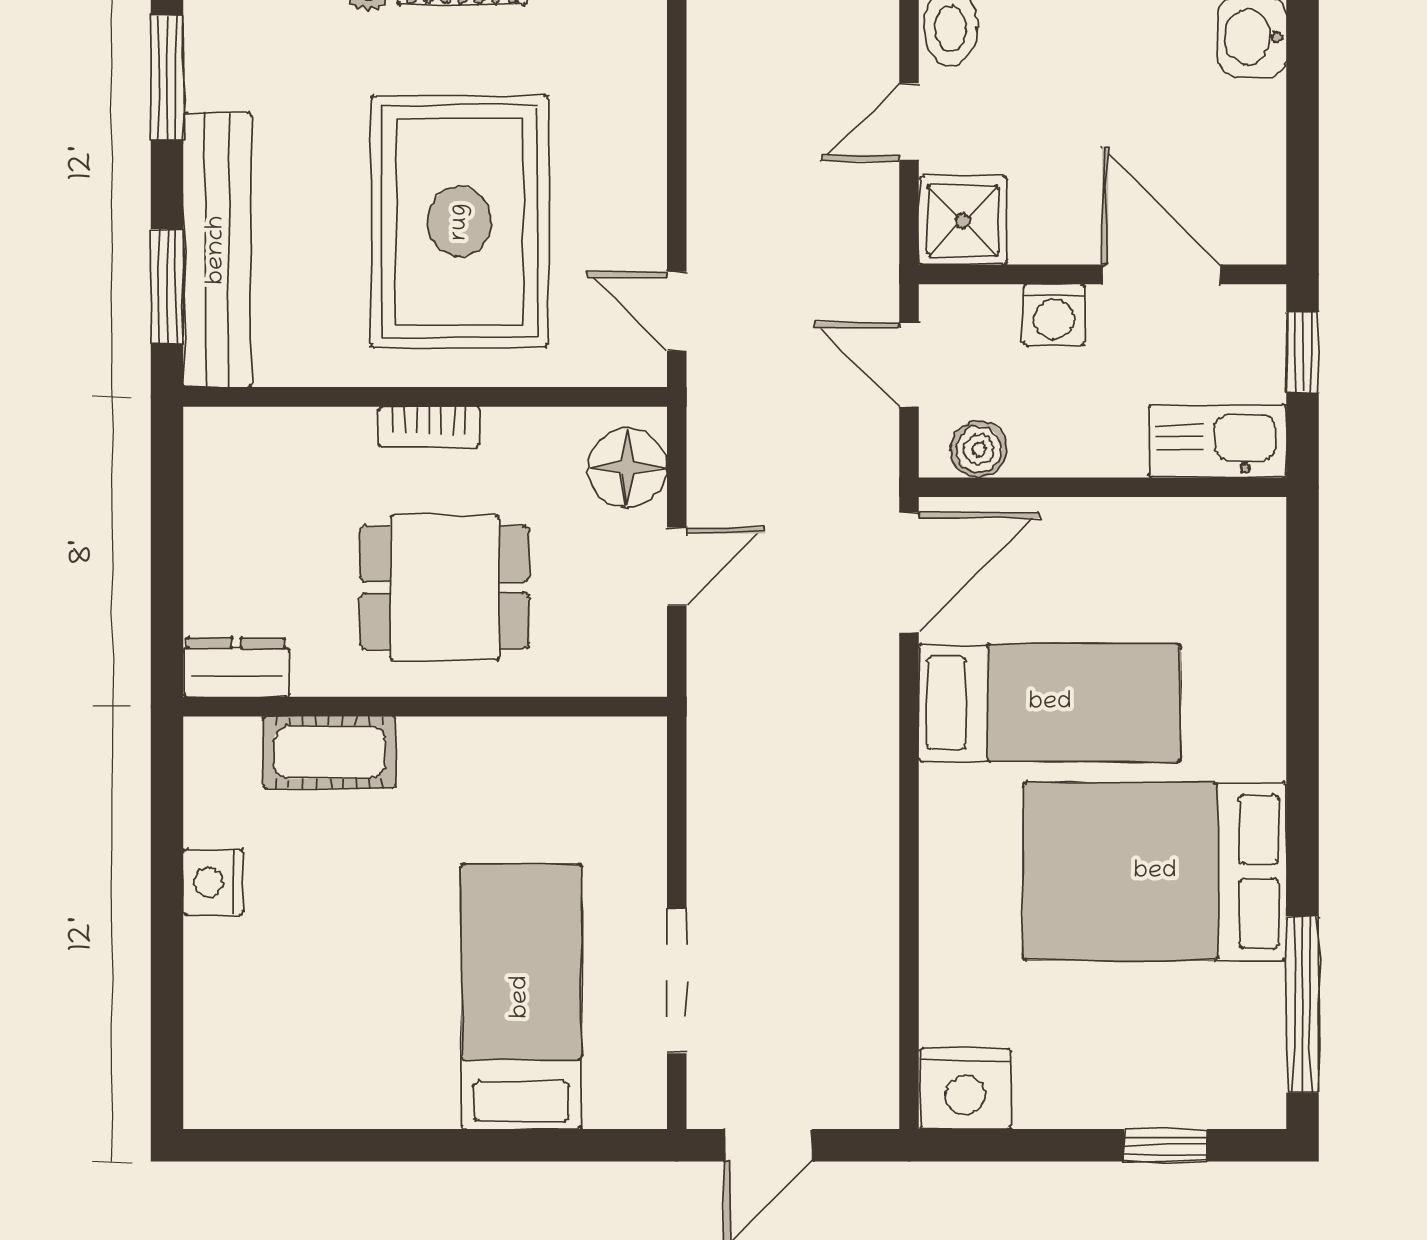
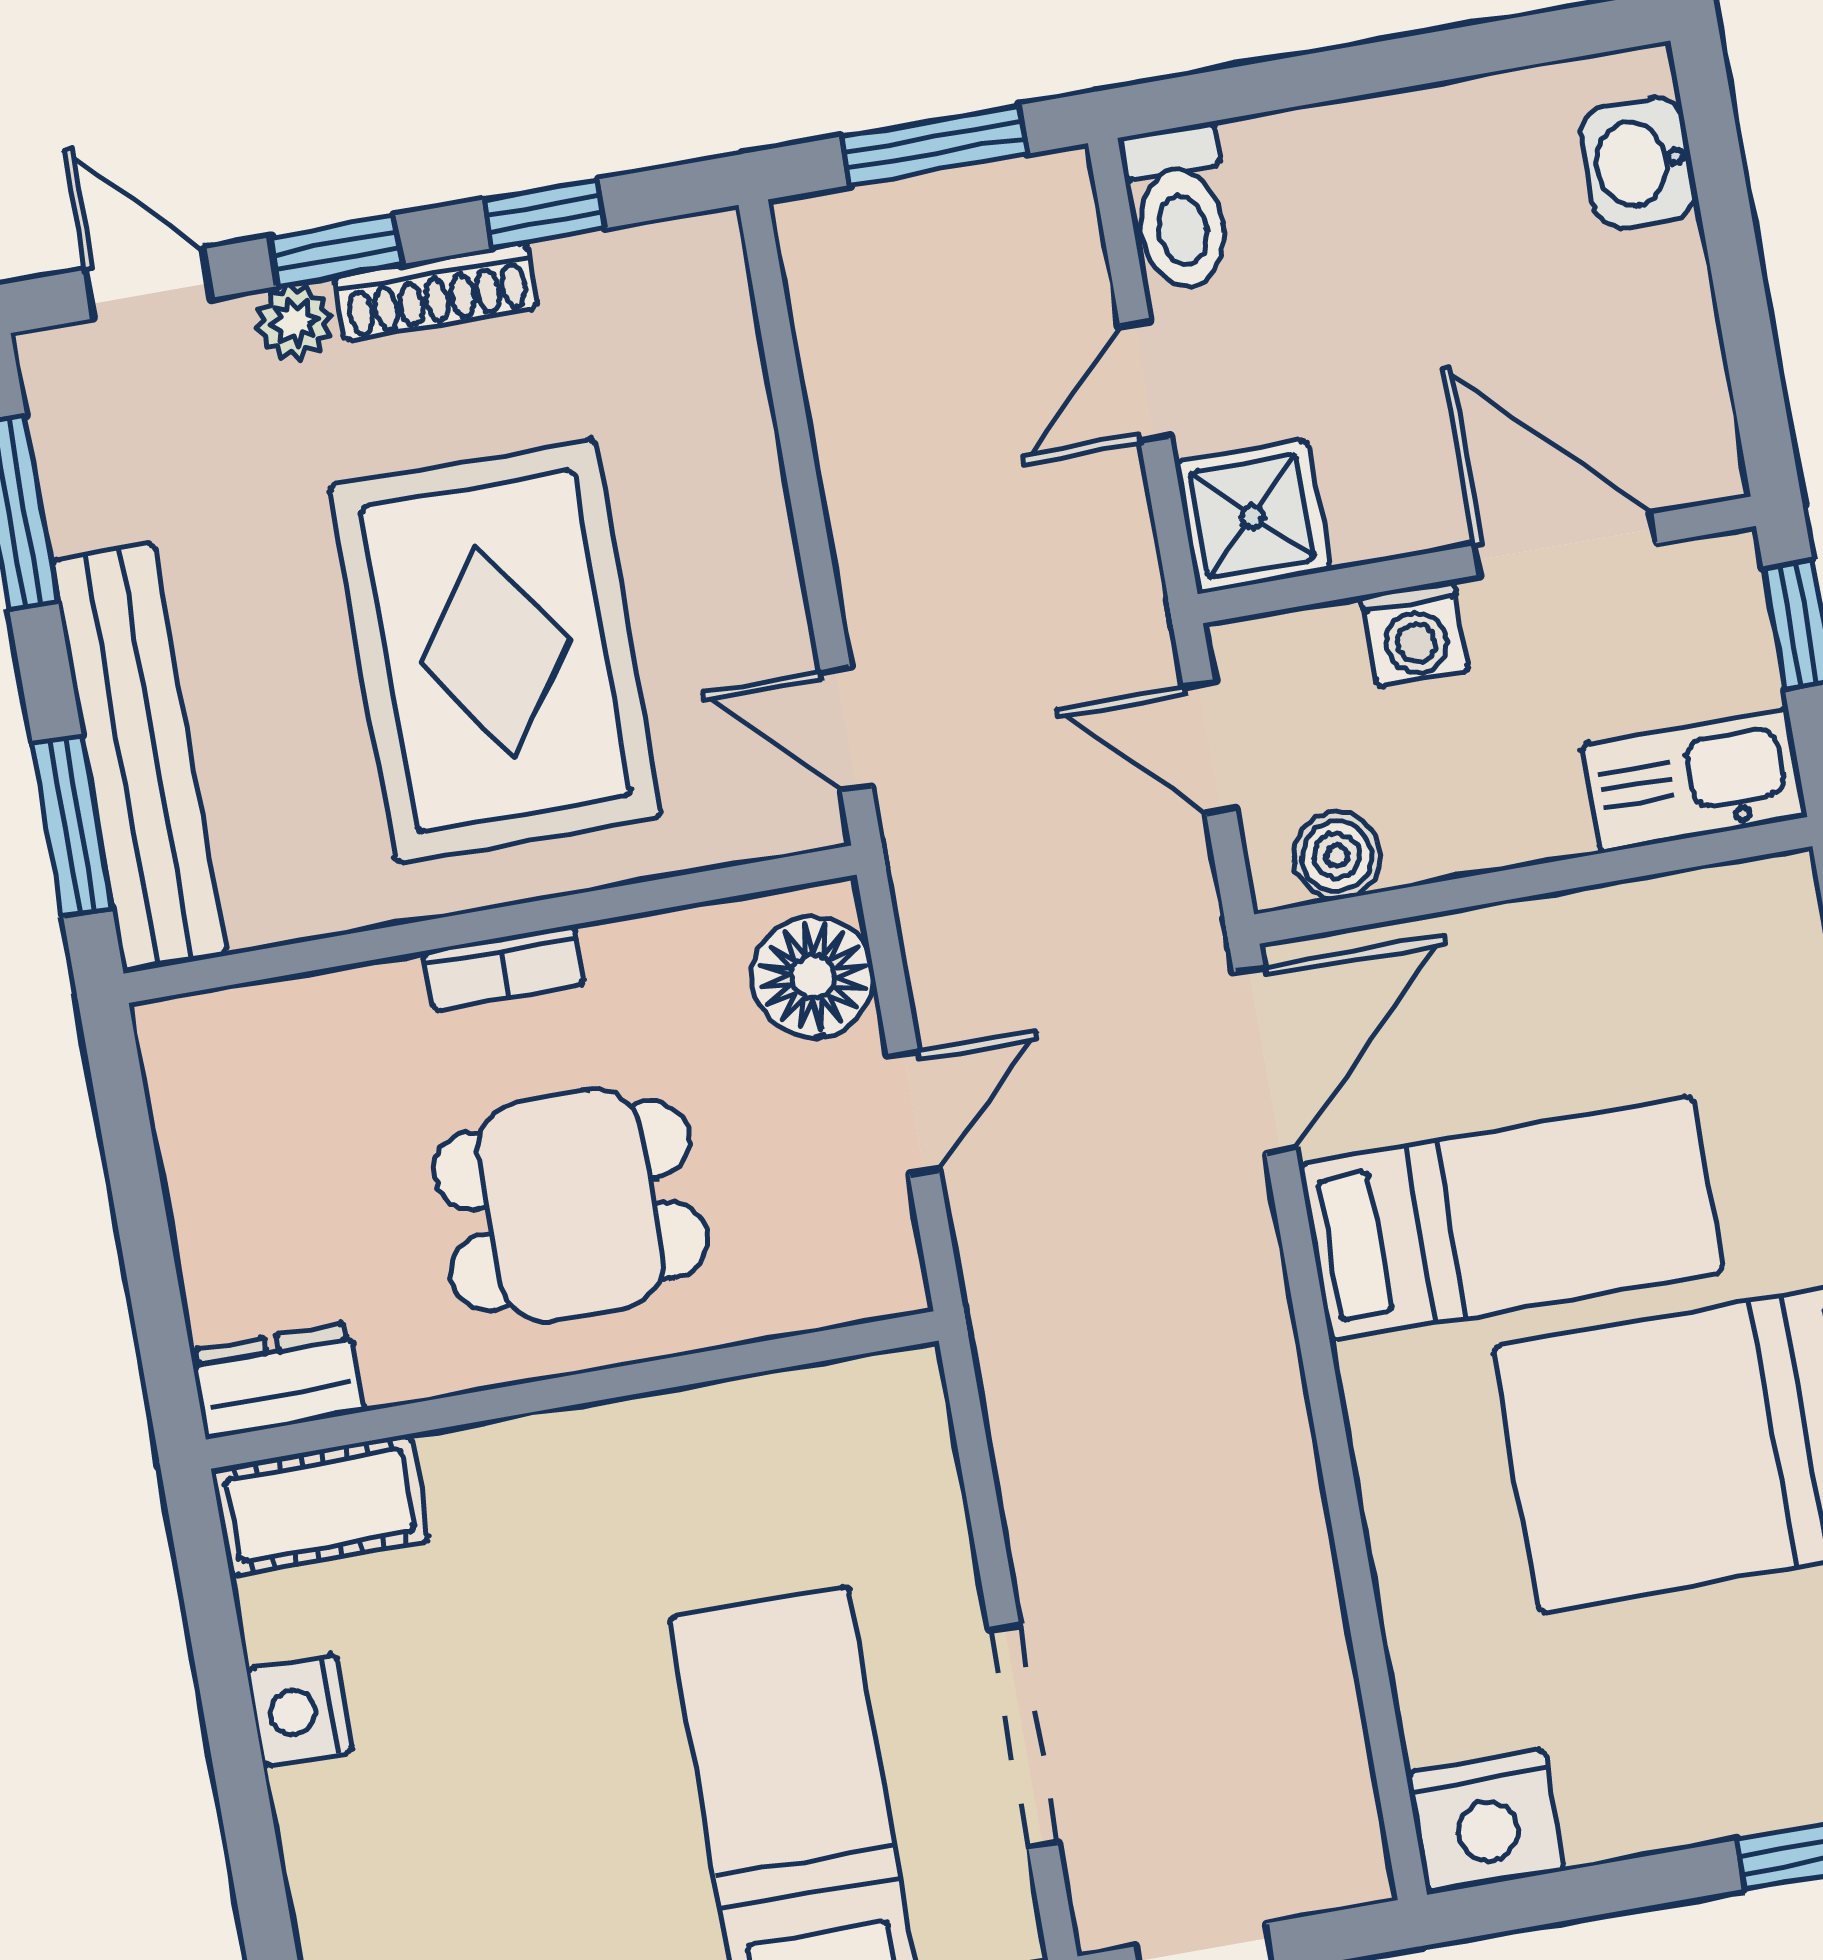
cot: (329, 752) -> (320, 1506), moved

